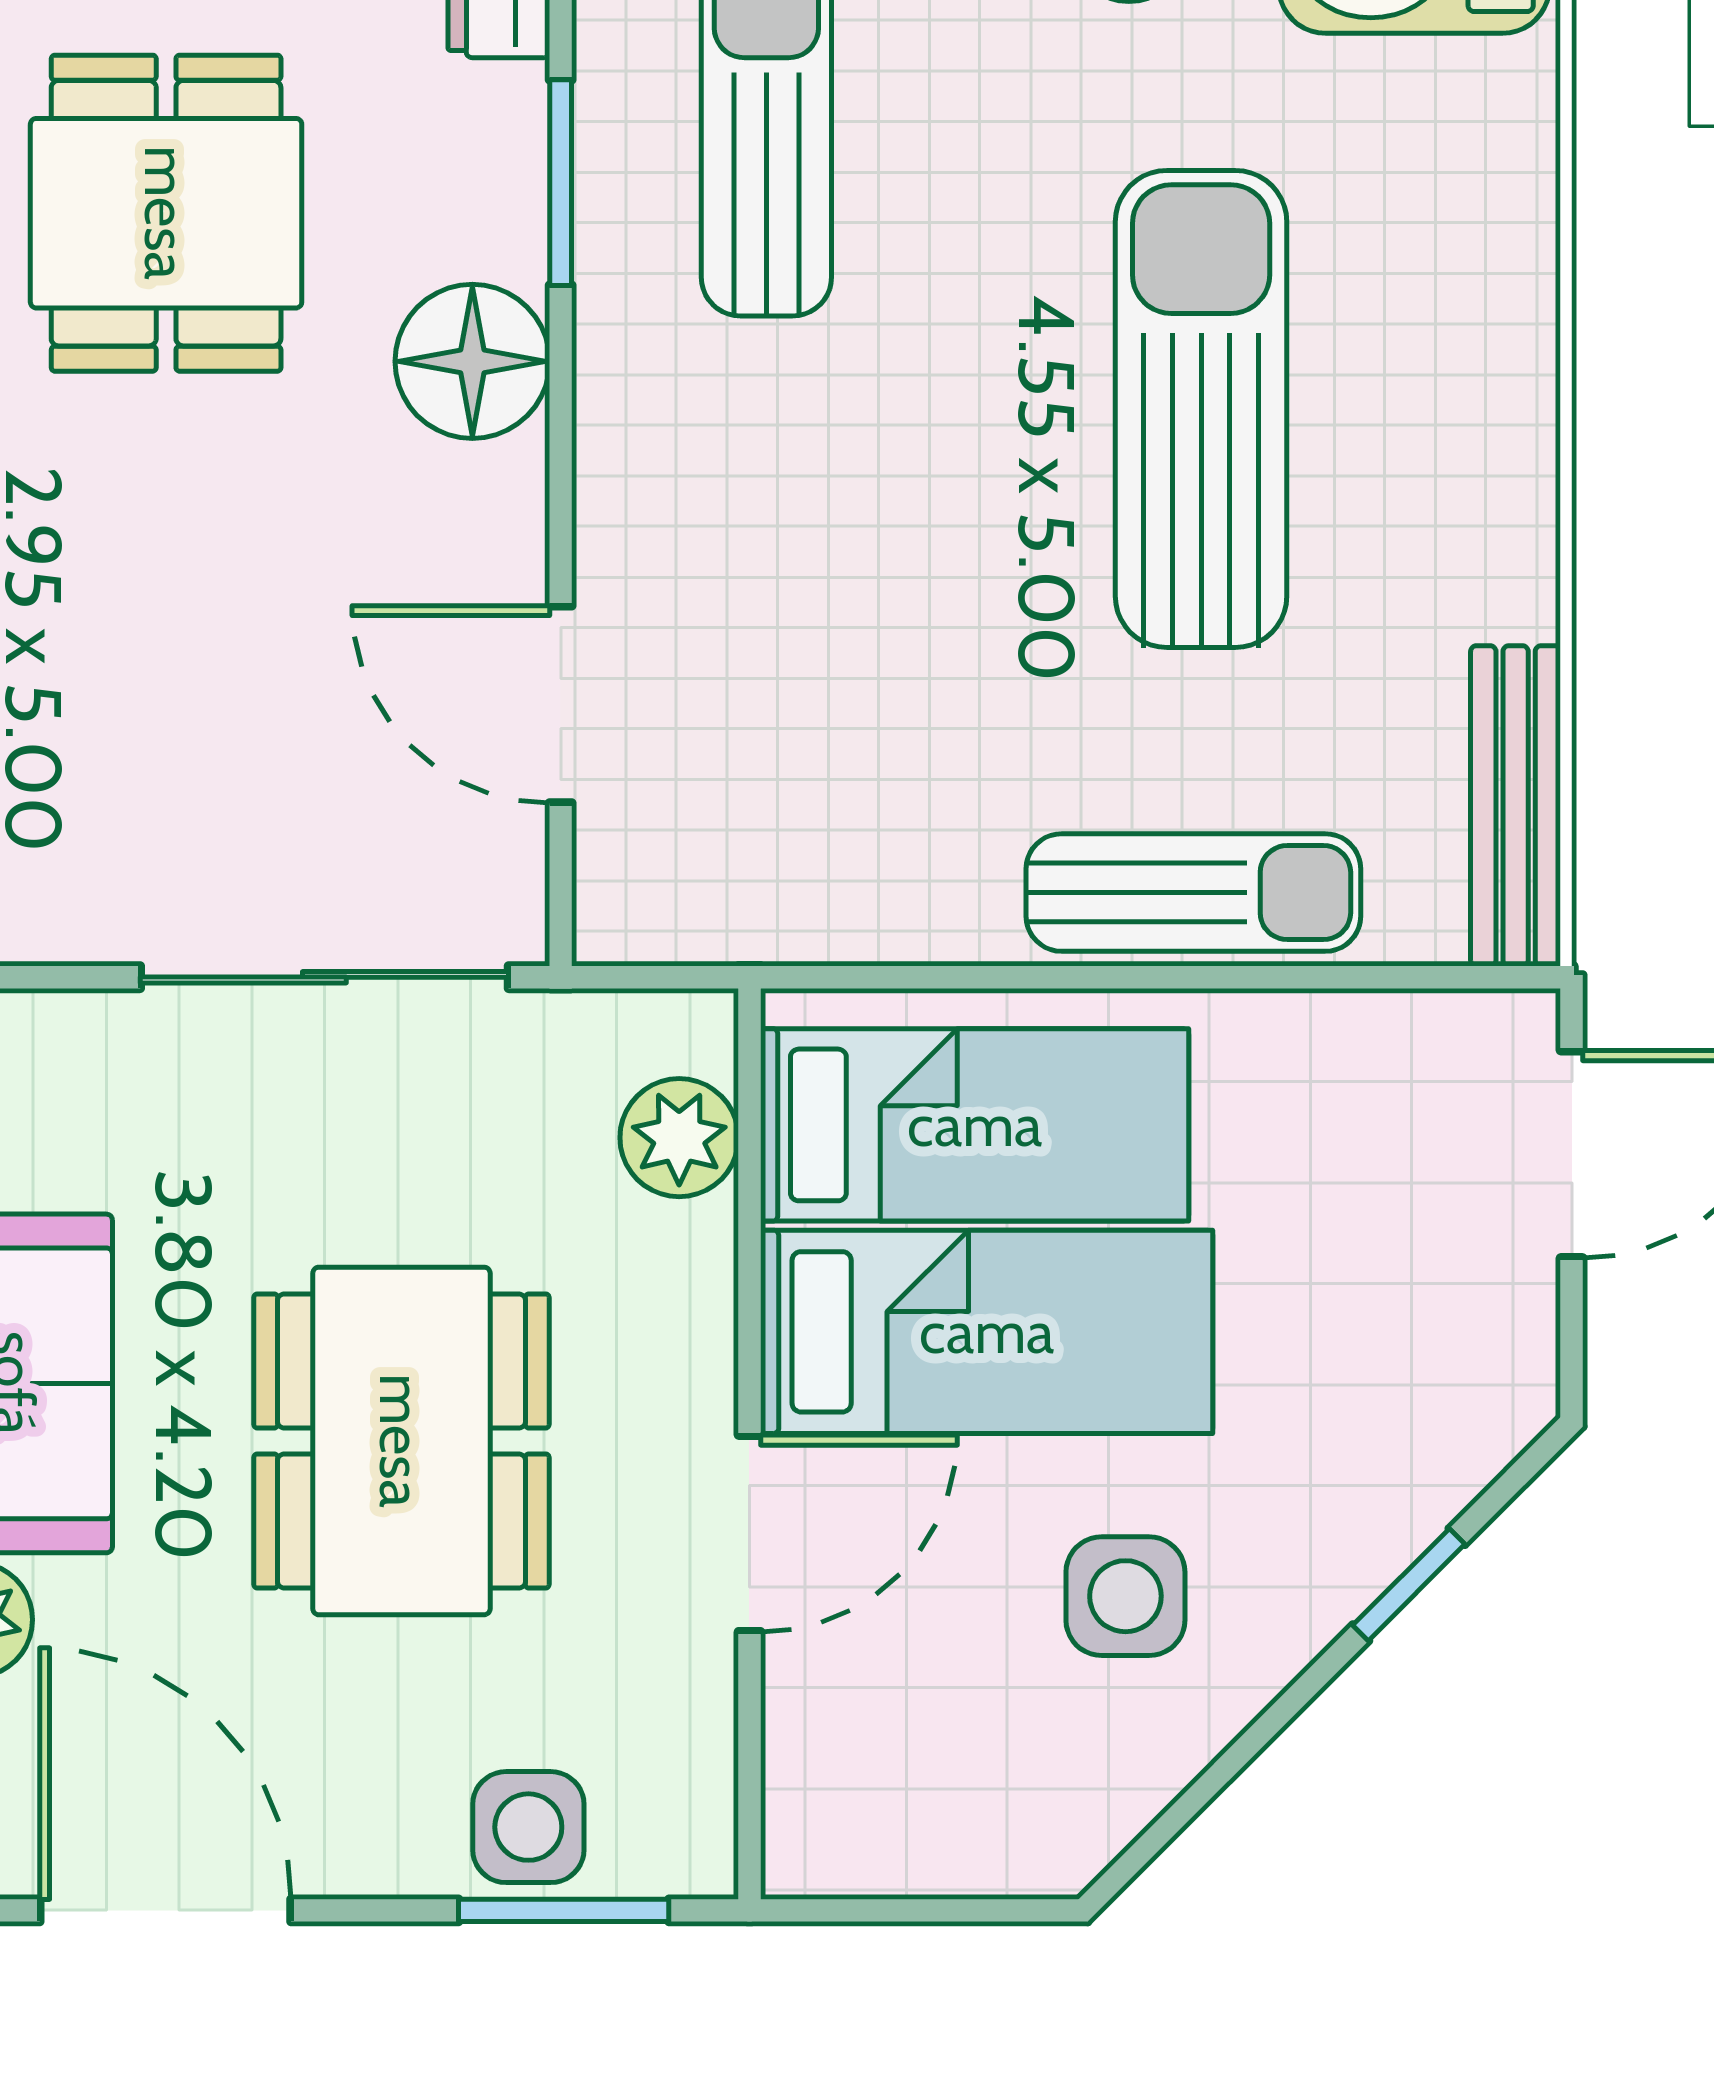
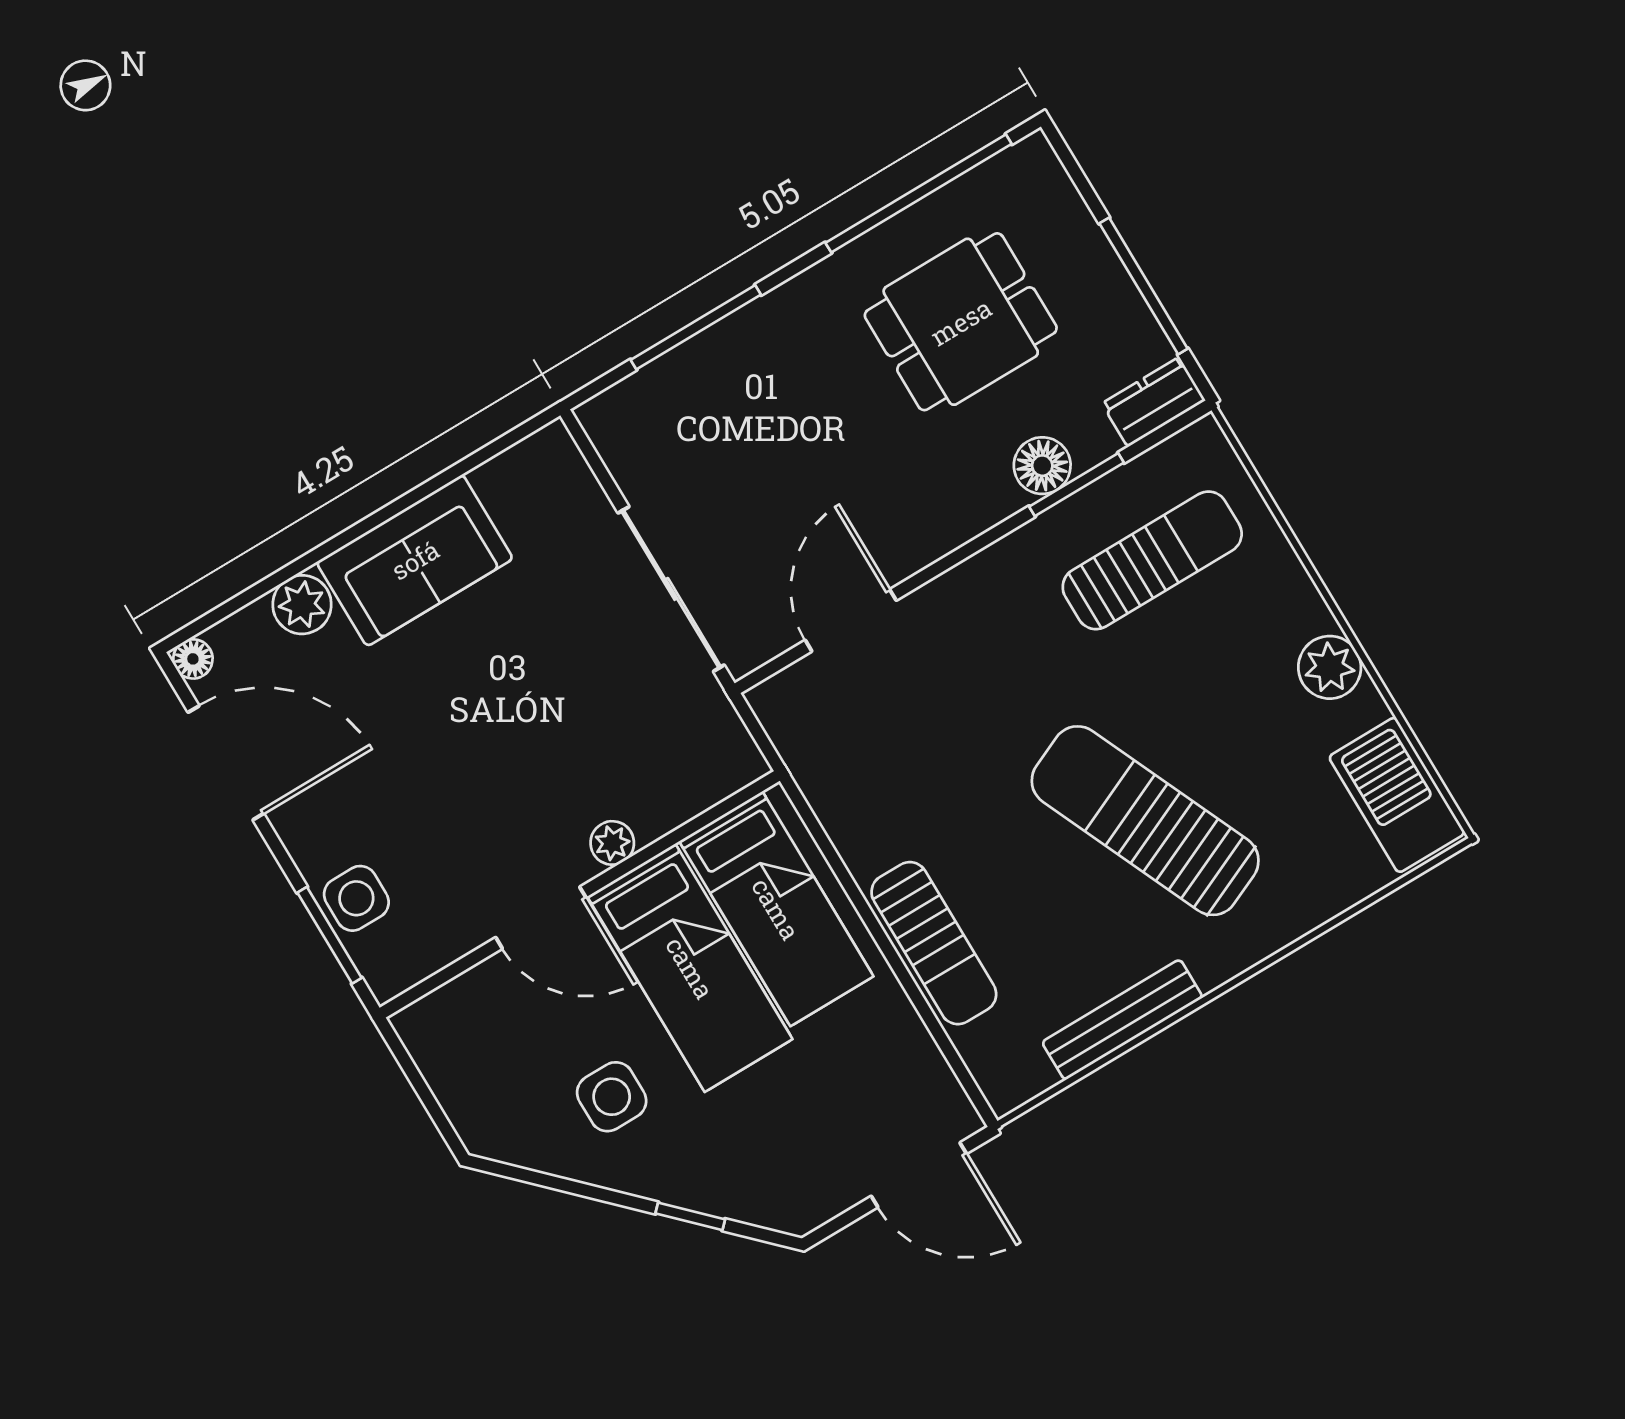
floor lamp: (472, 361) -> (1042, 466), moved, width x0.73, depth x0.73
sun lounger: (1201, 409) -> (1145, 821), turned -114
bench: (1516, 806) -> (1122, 1020), moved
plant: (679, 1138) -> (612, 843), moved, width x0.73, depth x0.73
dining table: (401, 1441) -> (490, 743), removed
door: (165, 1910) -> (226, 763), hinge flipped

